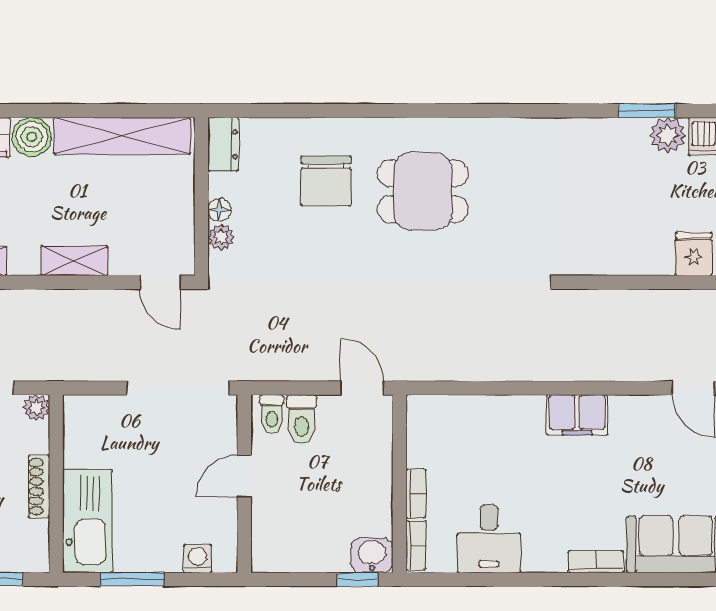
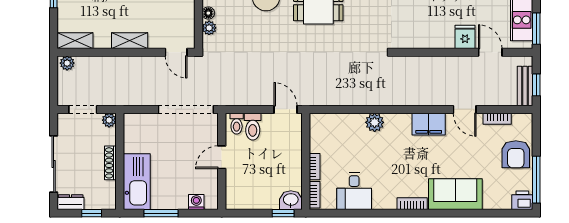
plant: (527, 412) -> (375, 122), added
filing cabinet: (577, 415) -> (429, 124), moved

